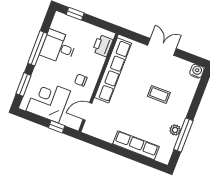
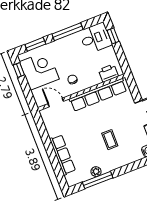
desk: (58, 47) -> (95, 38), moved, turned 90
window: (57, 127) -> (19, 70), moved

